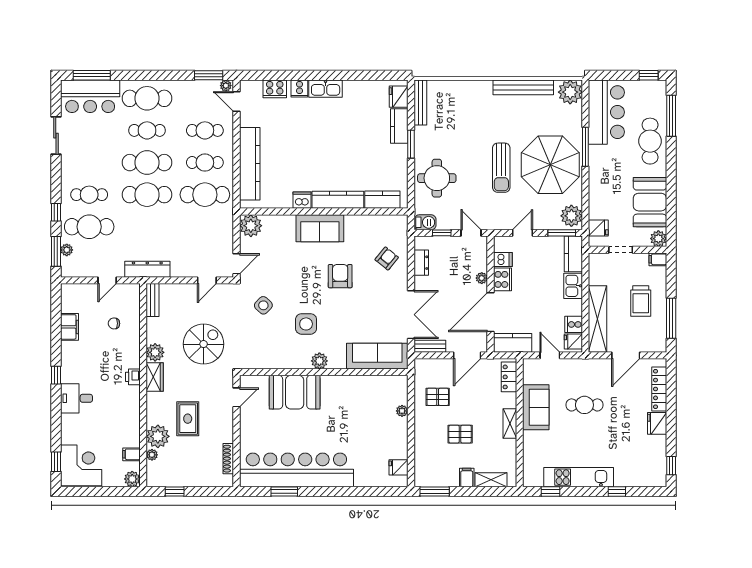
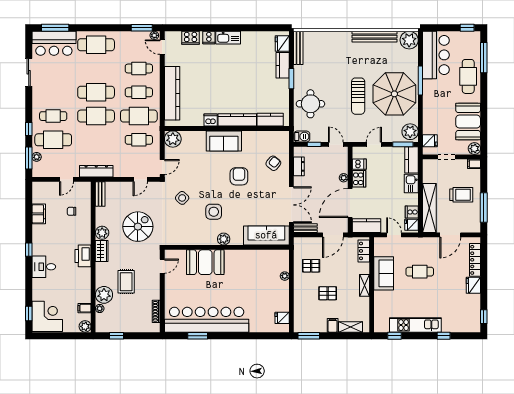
cafe table: (147, 130) -> (139, 140), moved
trolley: (641, 301) -> (461, 195), turned -90
printer: (133, 377) -> (83, 256), width x1.87, depth x1.48

